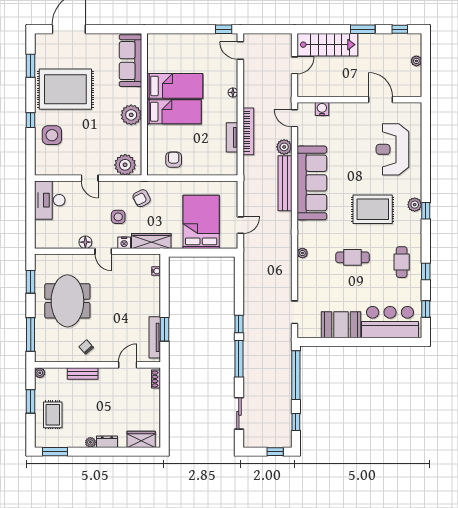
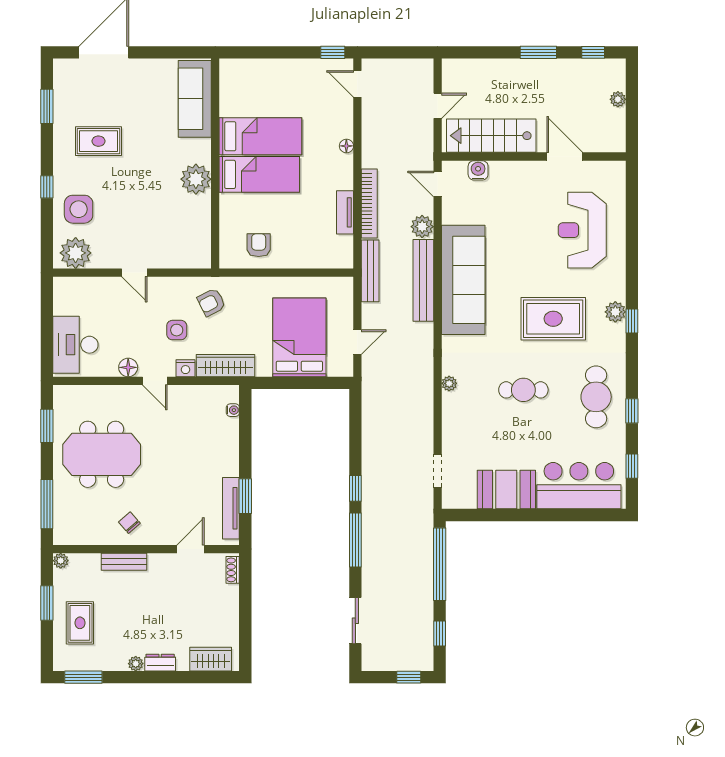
stairs: (327, 45) -> (491, 136), moved, turned 180
rug: (65, 89) -> (98, 141), width x0.54, depth x0.49
plant: (125, 165) -> (76, 253), moved
bench: (249, 177) -> (370, 271), added
desk: (50, 200) -> (75, 345), moved
cafe table: (402, 262) -> (596, 397), width x1.37, depth x1.35
meeting table: (67, 301) -> (102, 454), turned 90

